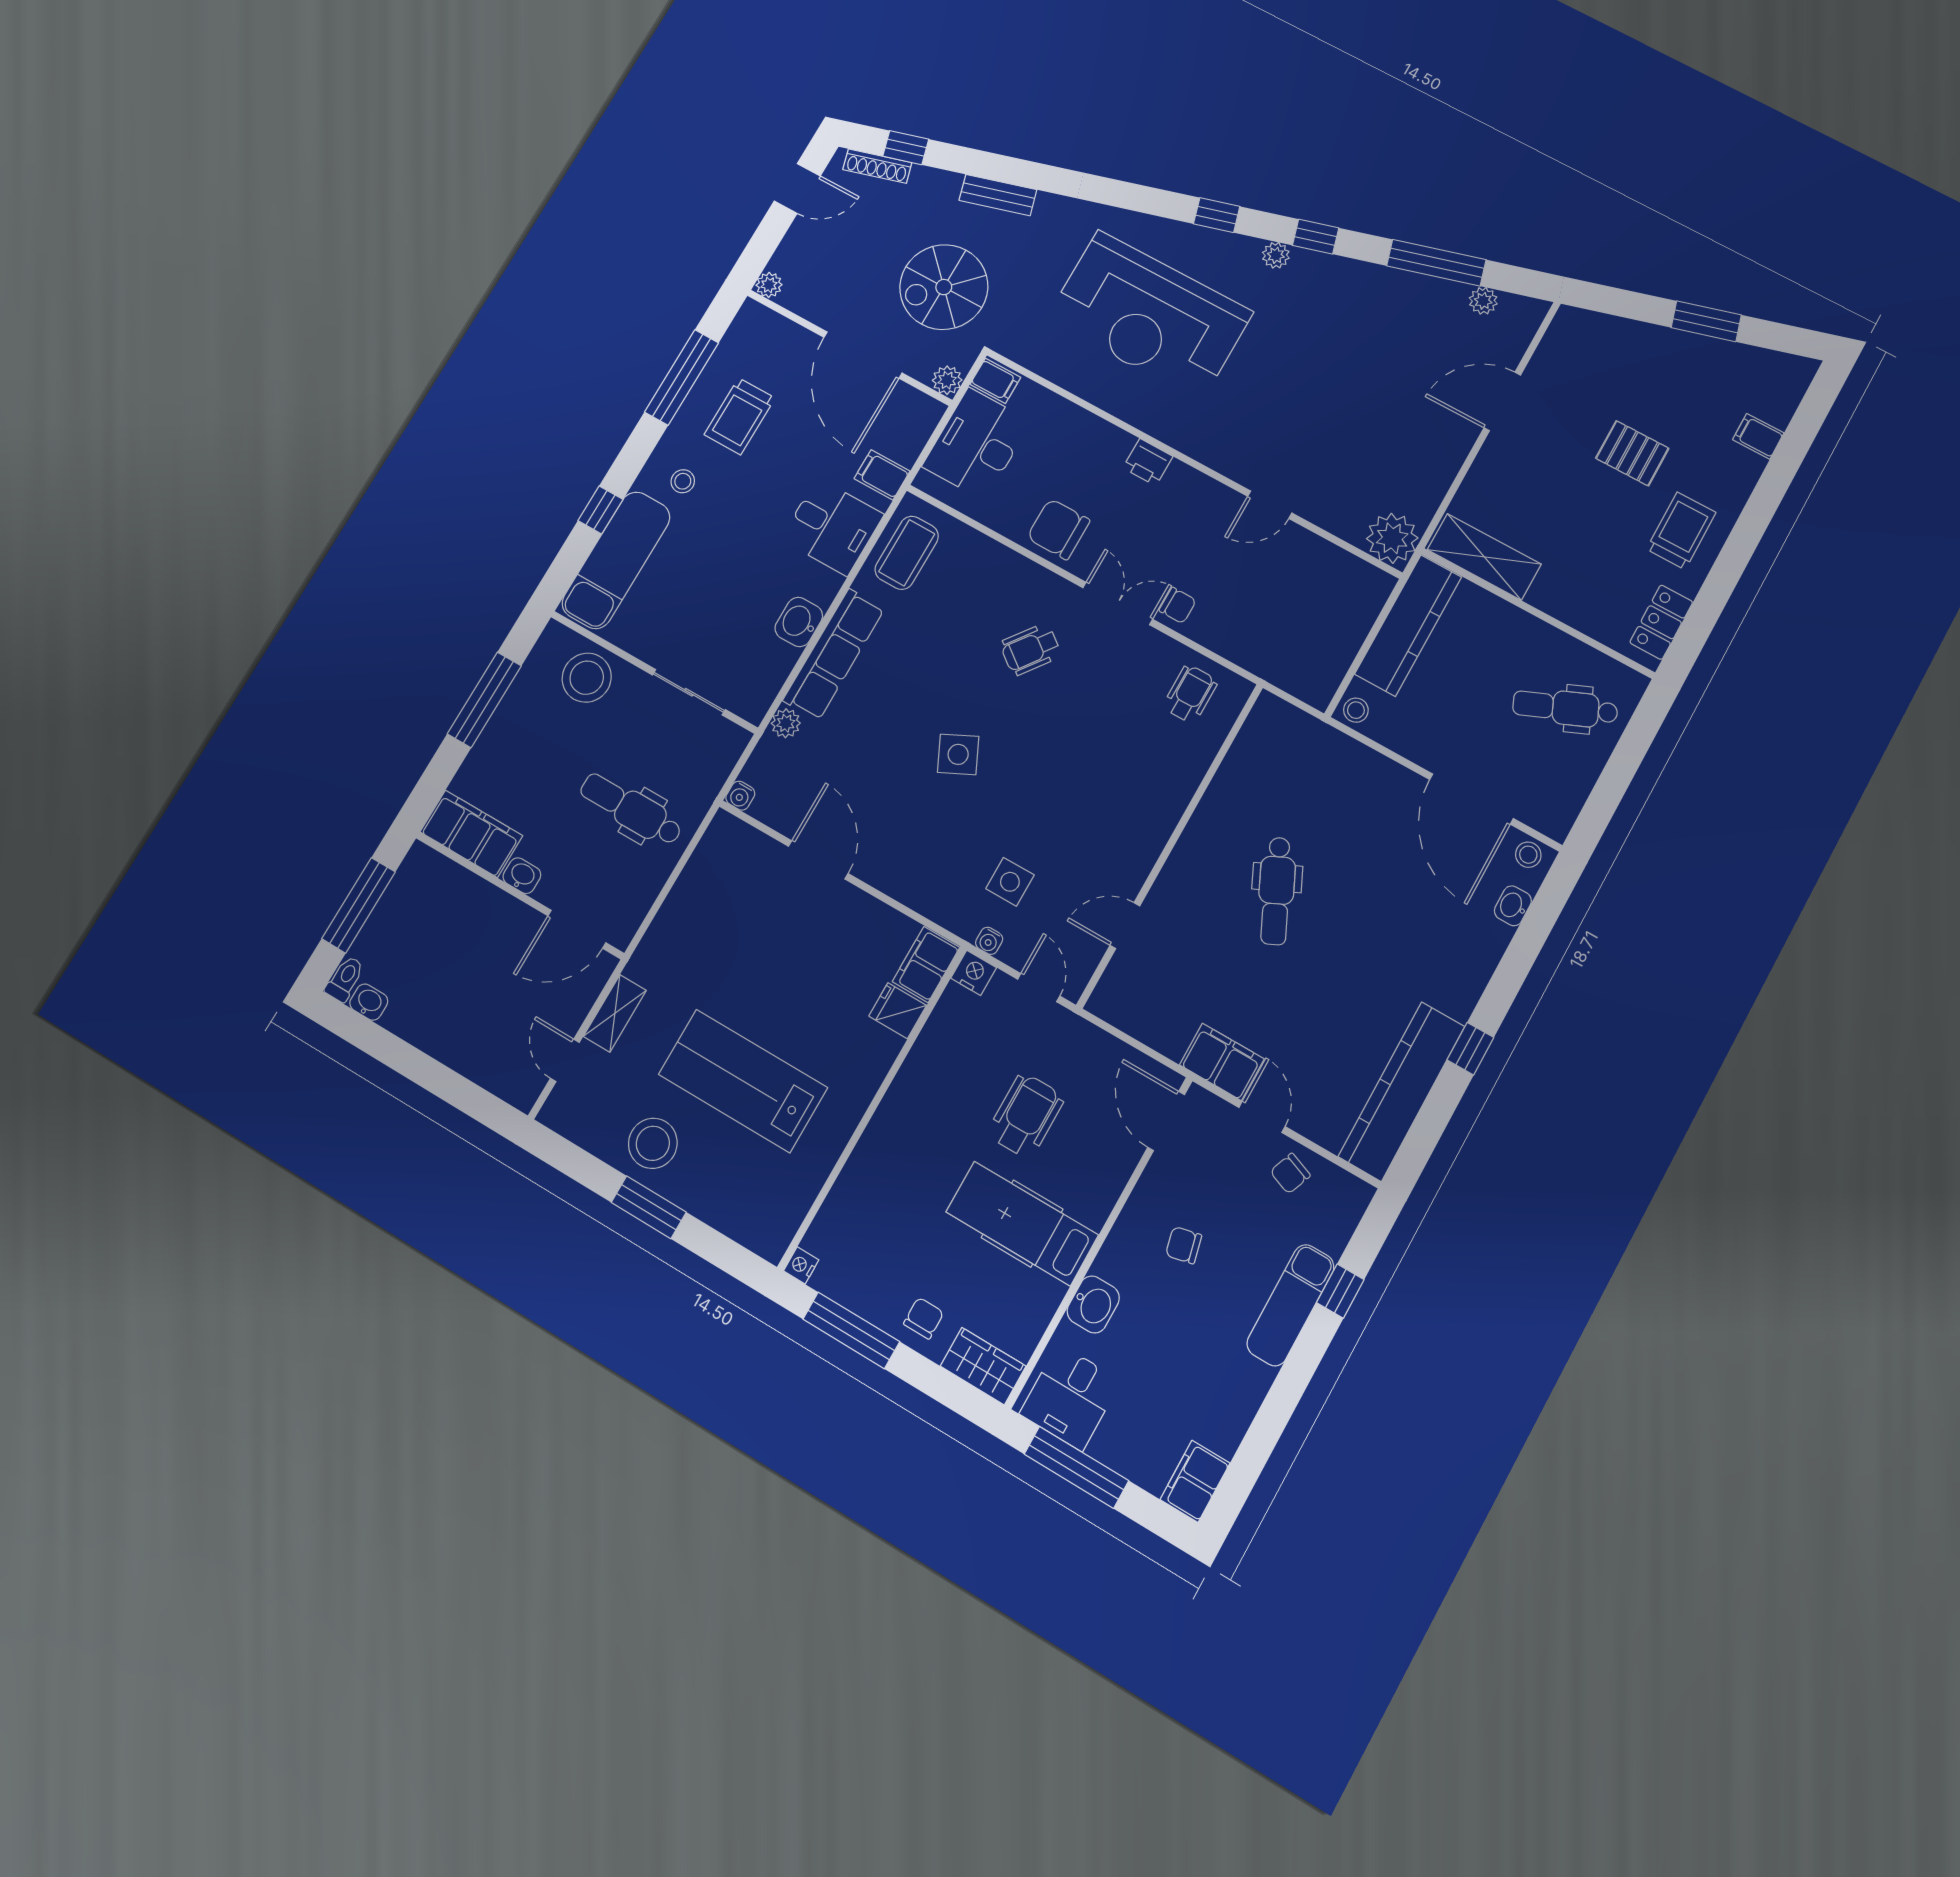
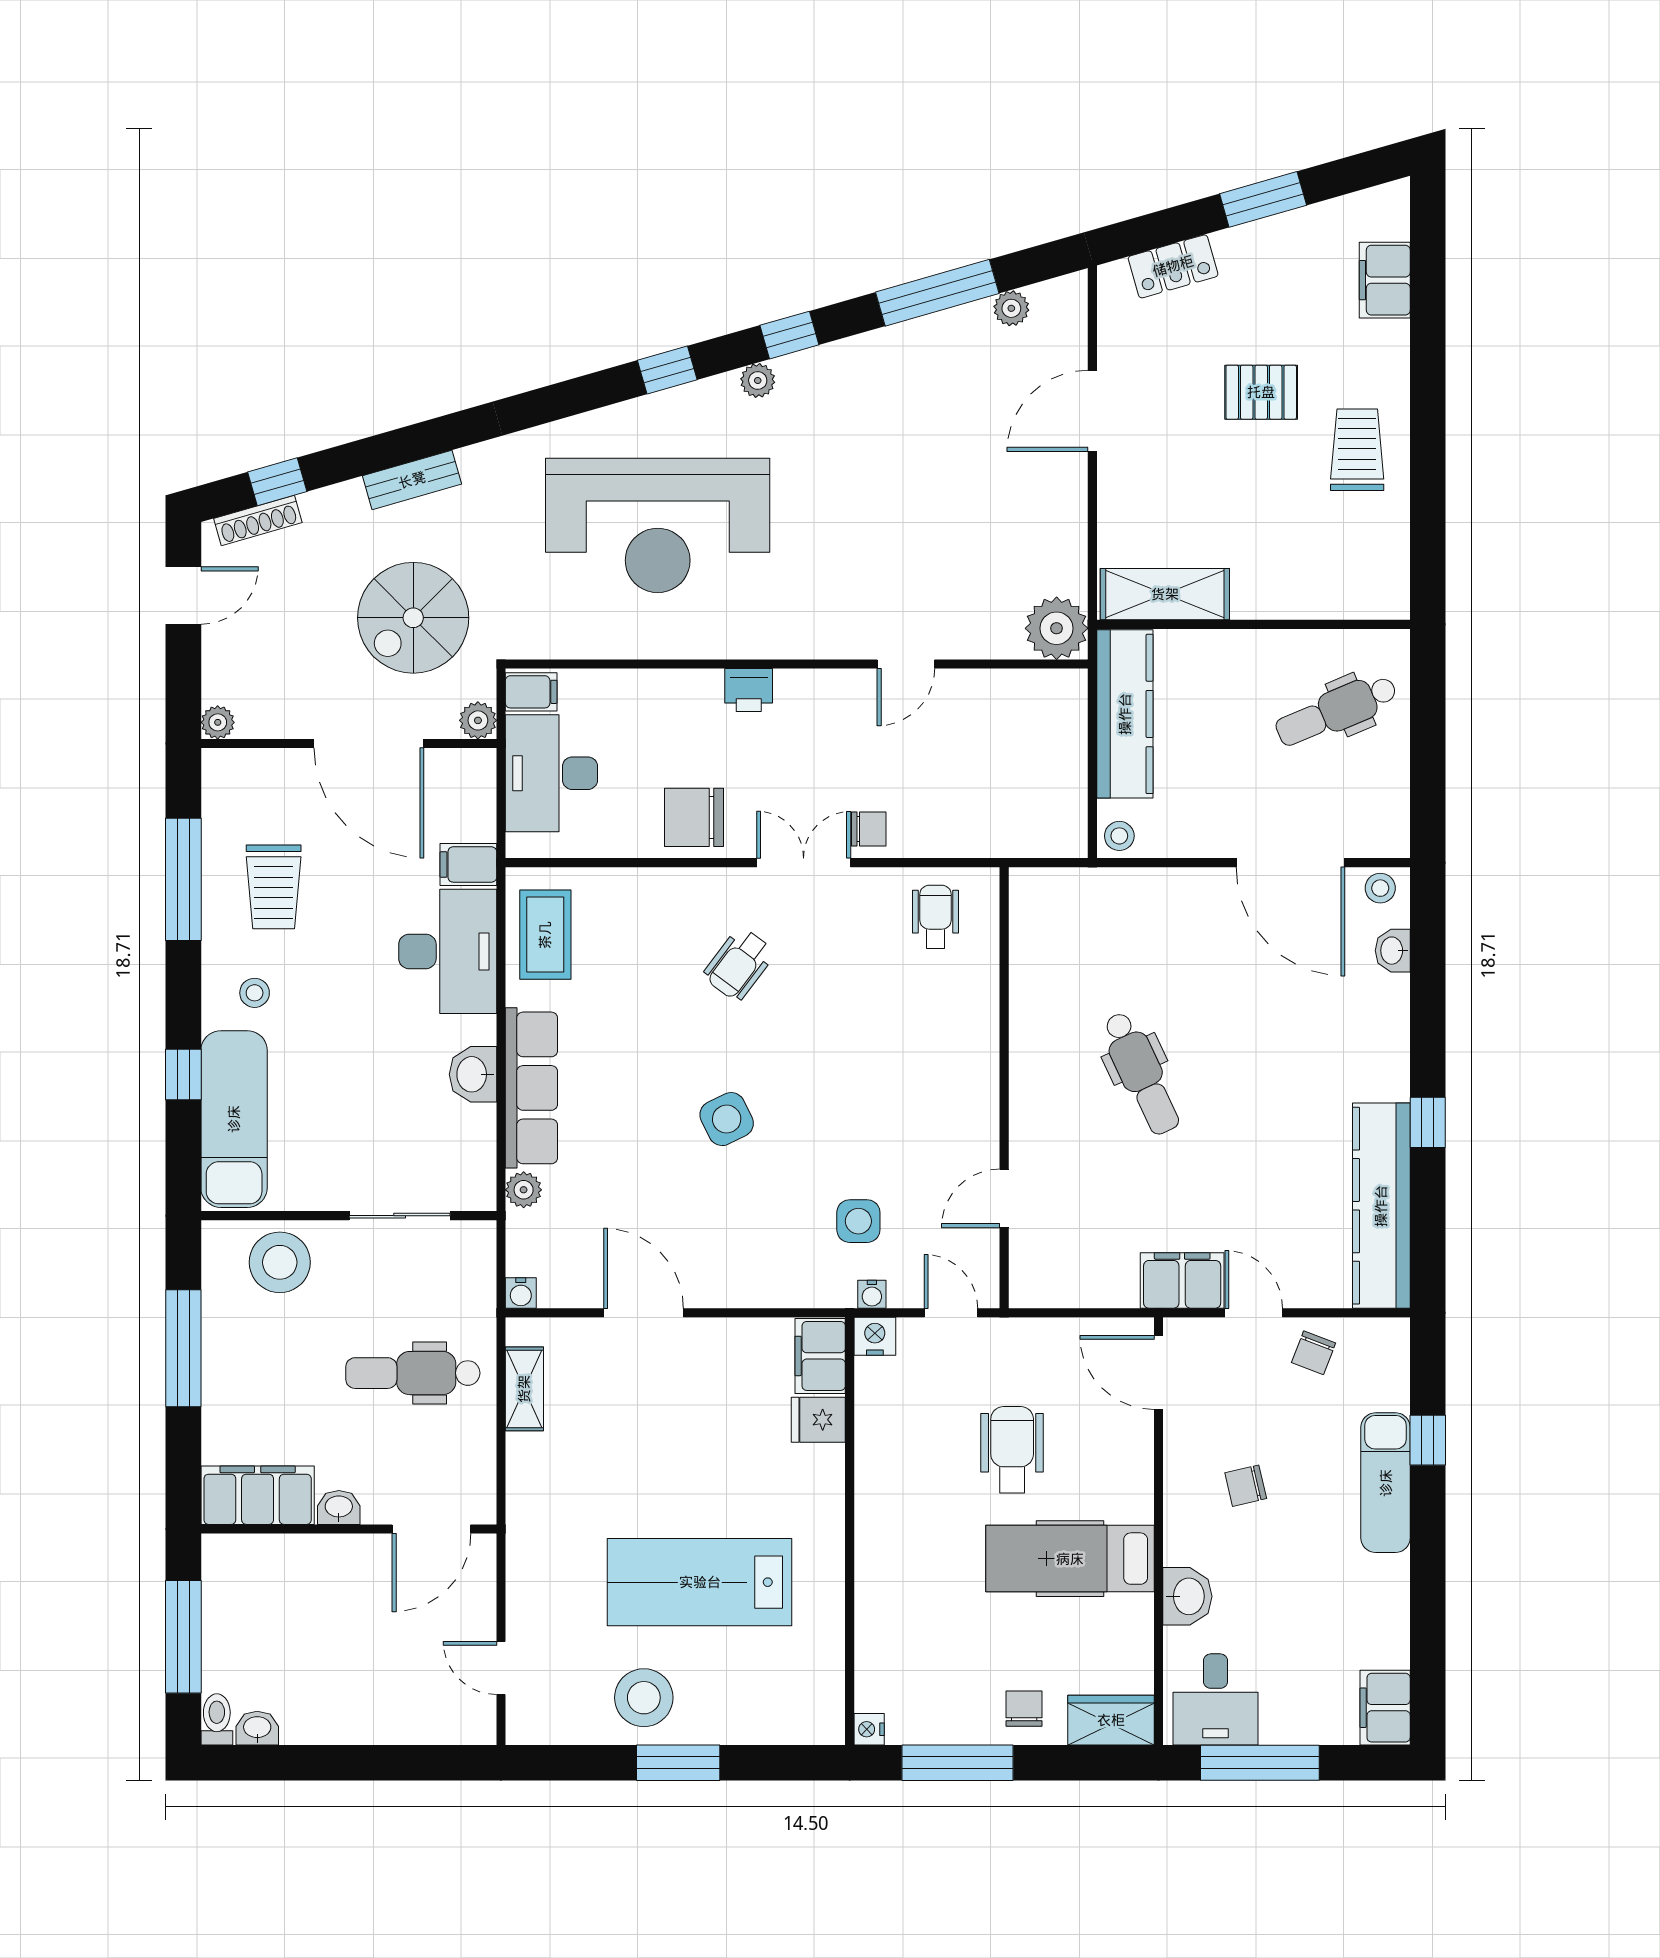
filing cabinet: (1758, 436) -> (1385, 280), width x2.00
desk: (832, 527) -> (448, 951), width x1.37
locker: (1661, 622) -> (1173, 266), moved, turned -106
shelving: (615, 1013) -> (524, 1389), moved

